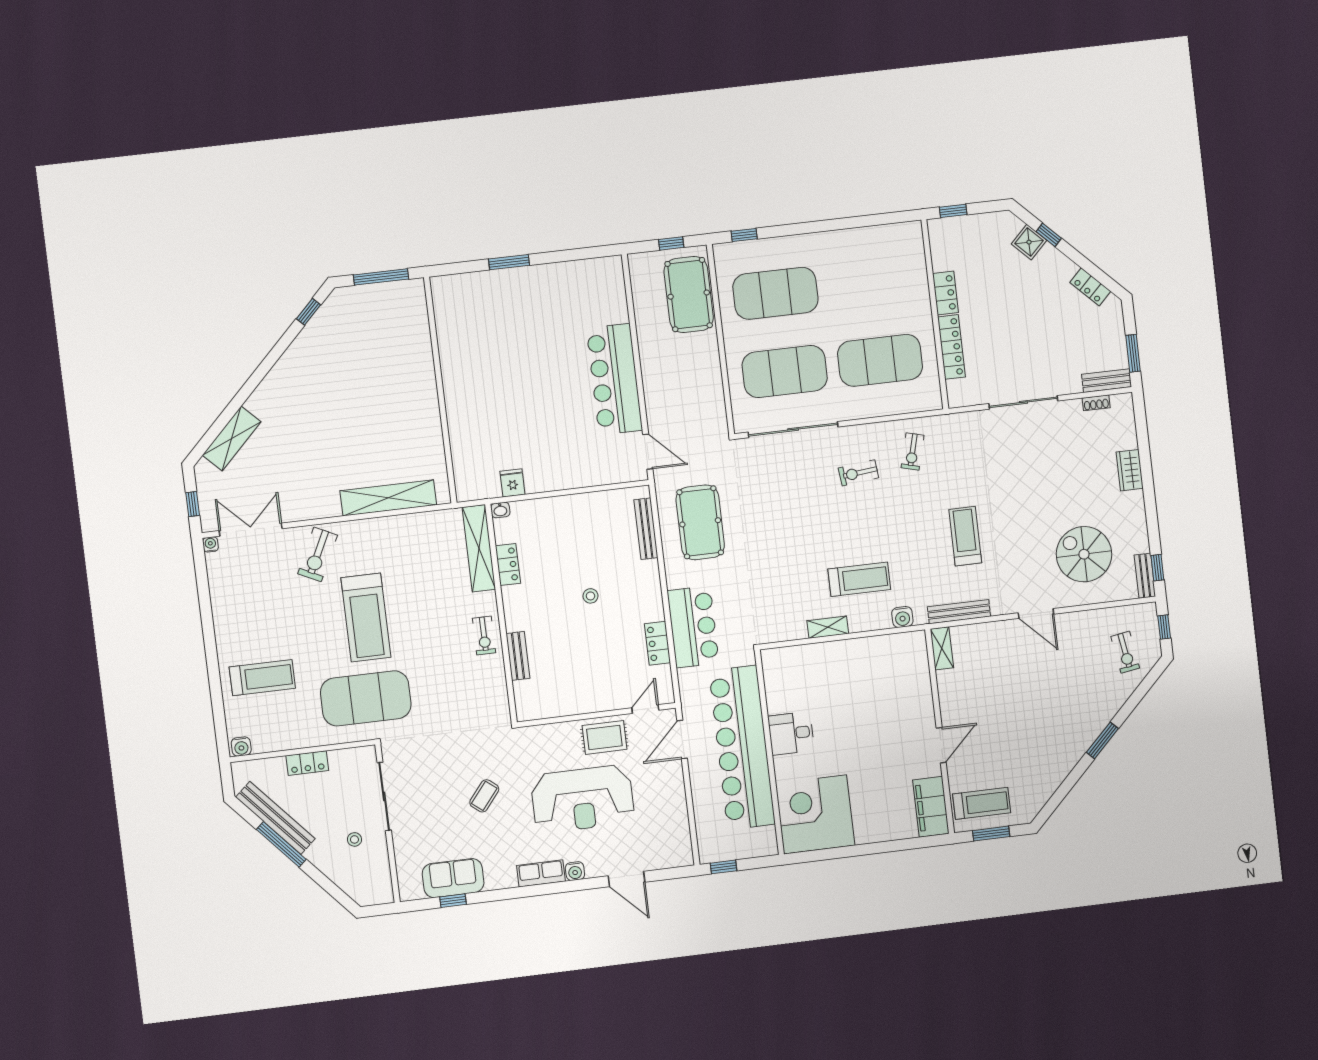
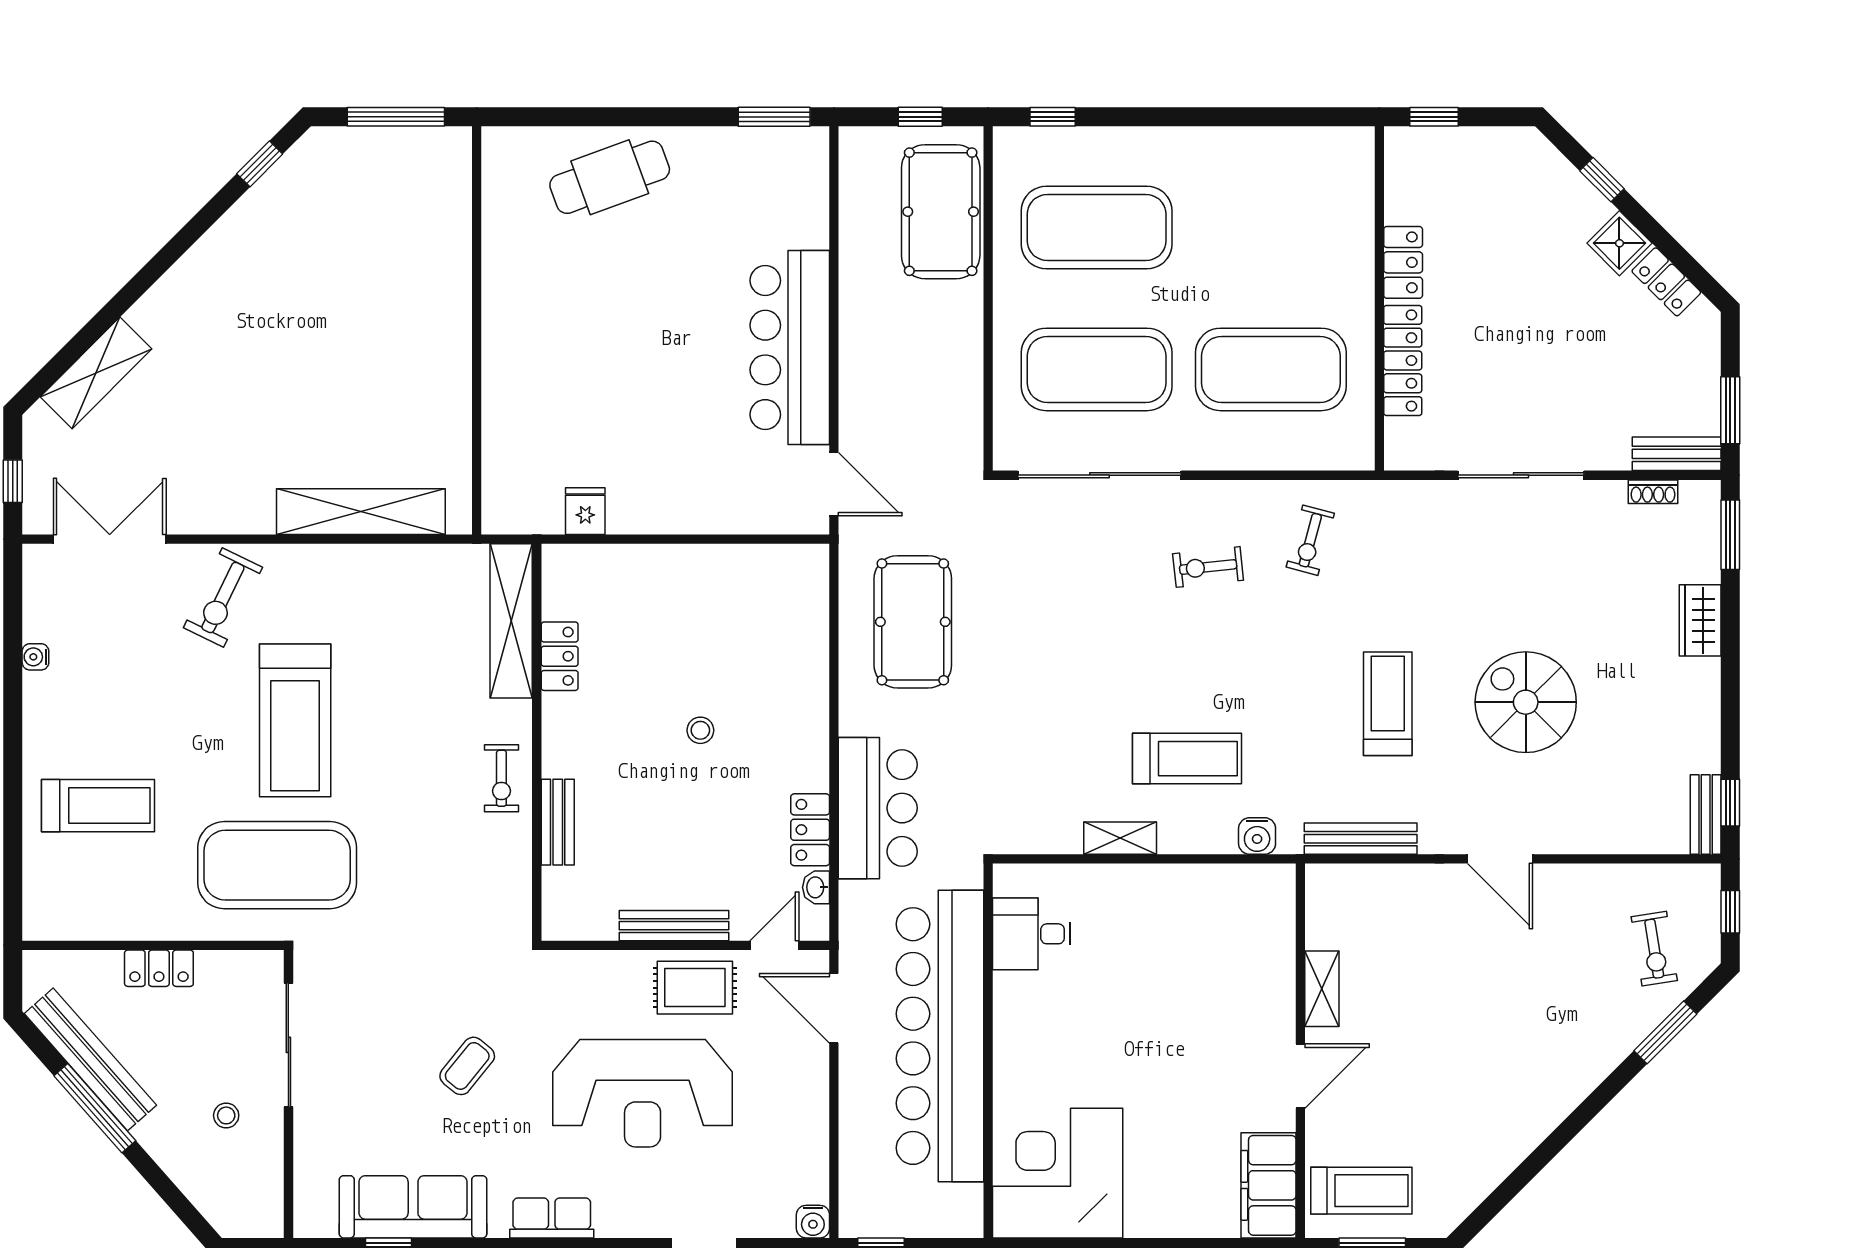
shower: (1029, 242) -> (1619, 243), moved
window: (509, 262) -> (774, 117), moved
cafe table: (504, 297) -> (610, 177), added
window: (1141, 421) -> (1730, 535), added
washbasin: (500, 510) -> (816, 887), moved, turned 90
bench: (646, 529) -> (674, 926), moved, turned 90
water cooler: (210, 544) -> (35, 657), moved, turned -90
spiral stairs: (1084, 554) -> (1526, 702), moved
shelving: (942, 648) -> (1322, 989), moved
desk: (791, 733) -> (1032, 934), moved
door: (682, 739) -> (834, 1008), hinge flipped
window: (1102, 740) -> (1665, 1032), moved
water cooler: (241, 746) -> (45, 924), removed
water cooler: (575, 871) -> (813, 1222), moved
sofa: (453, 878) -> (413, 1207), width x1.36

